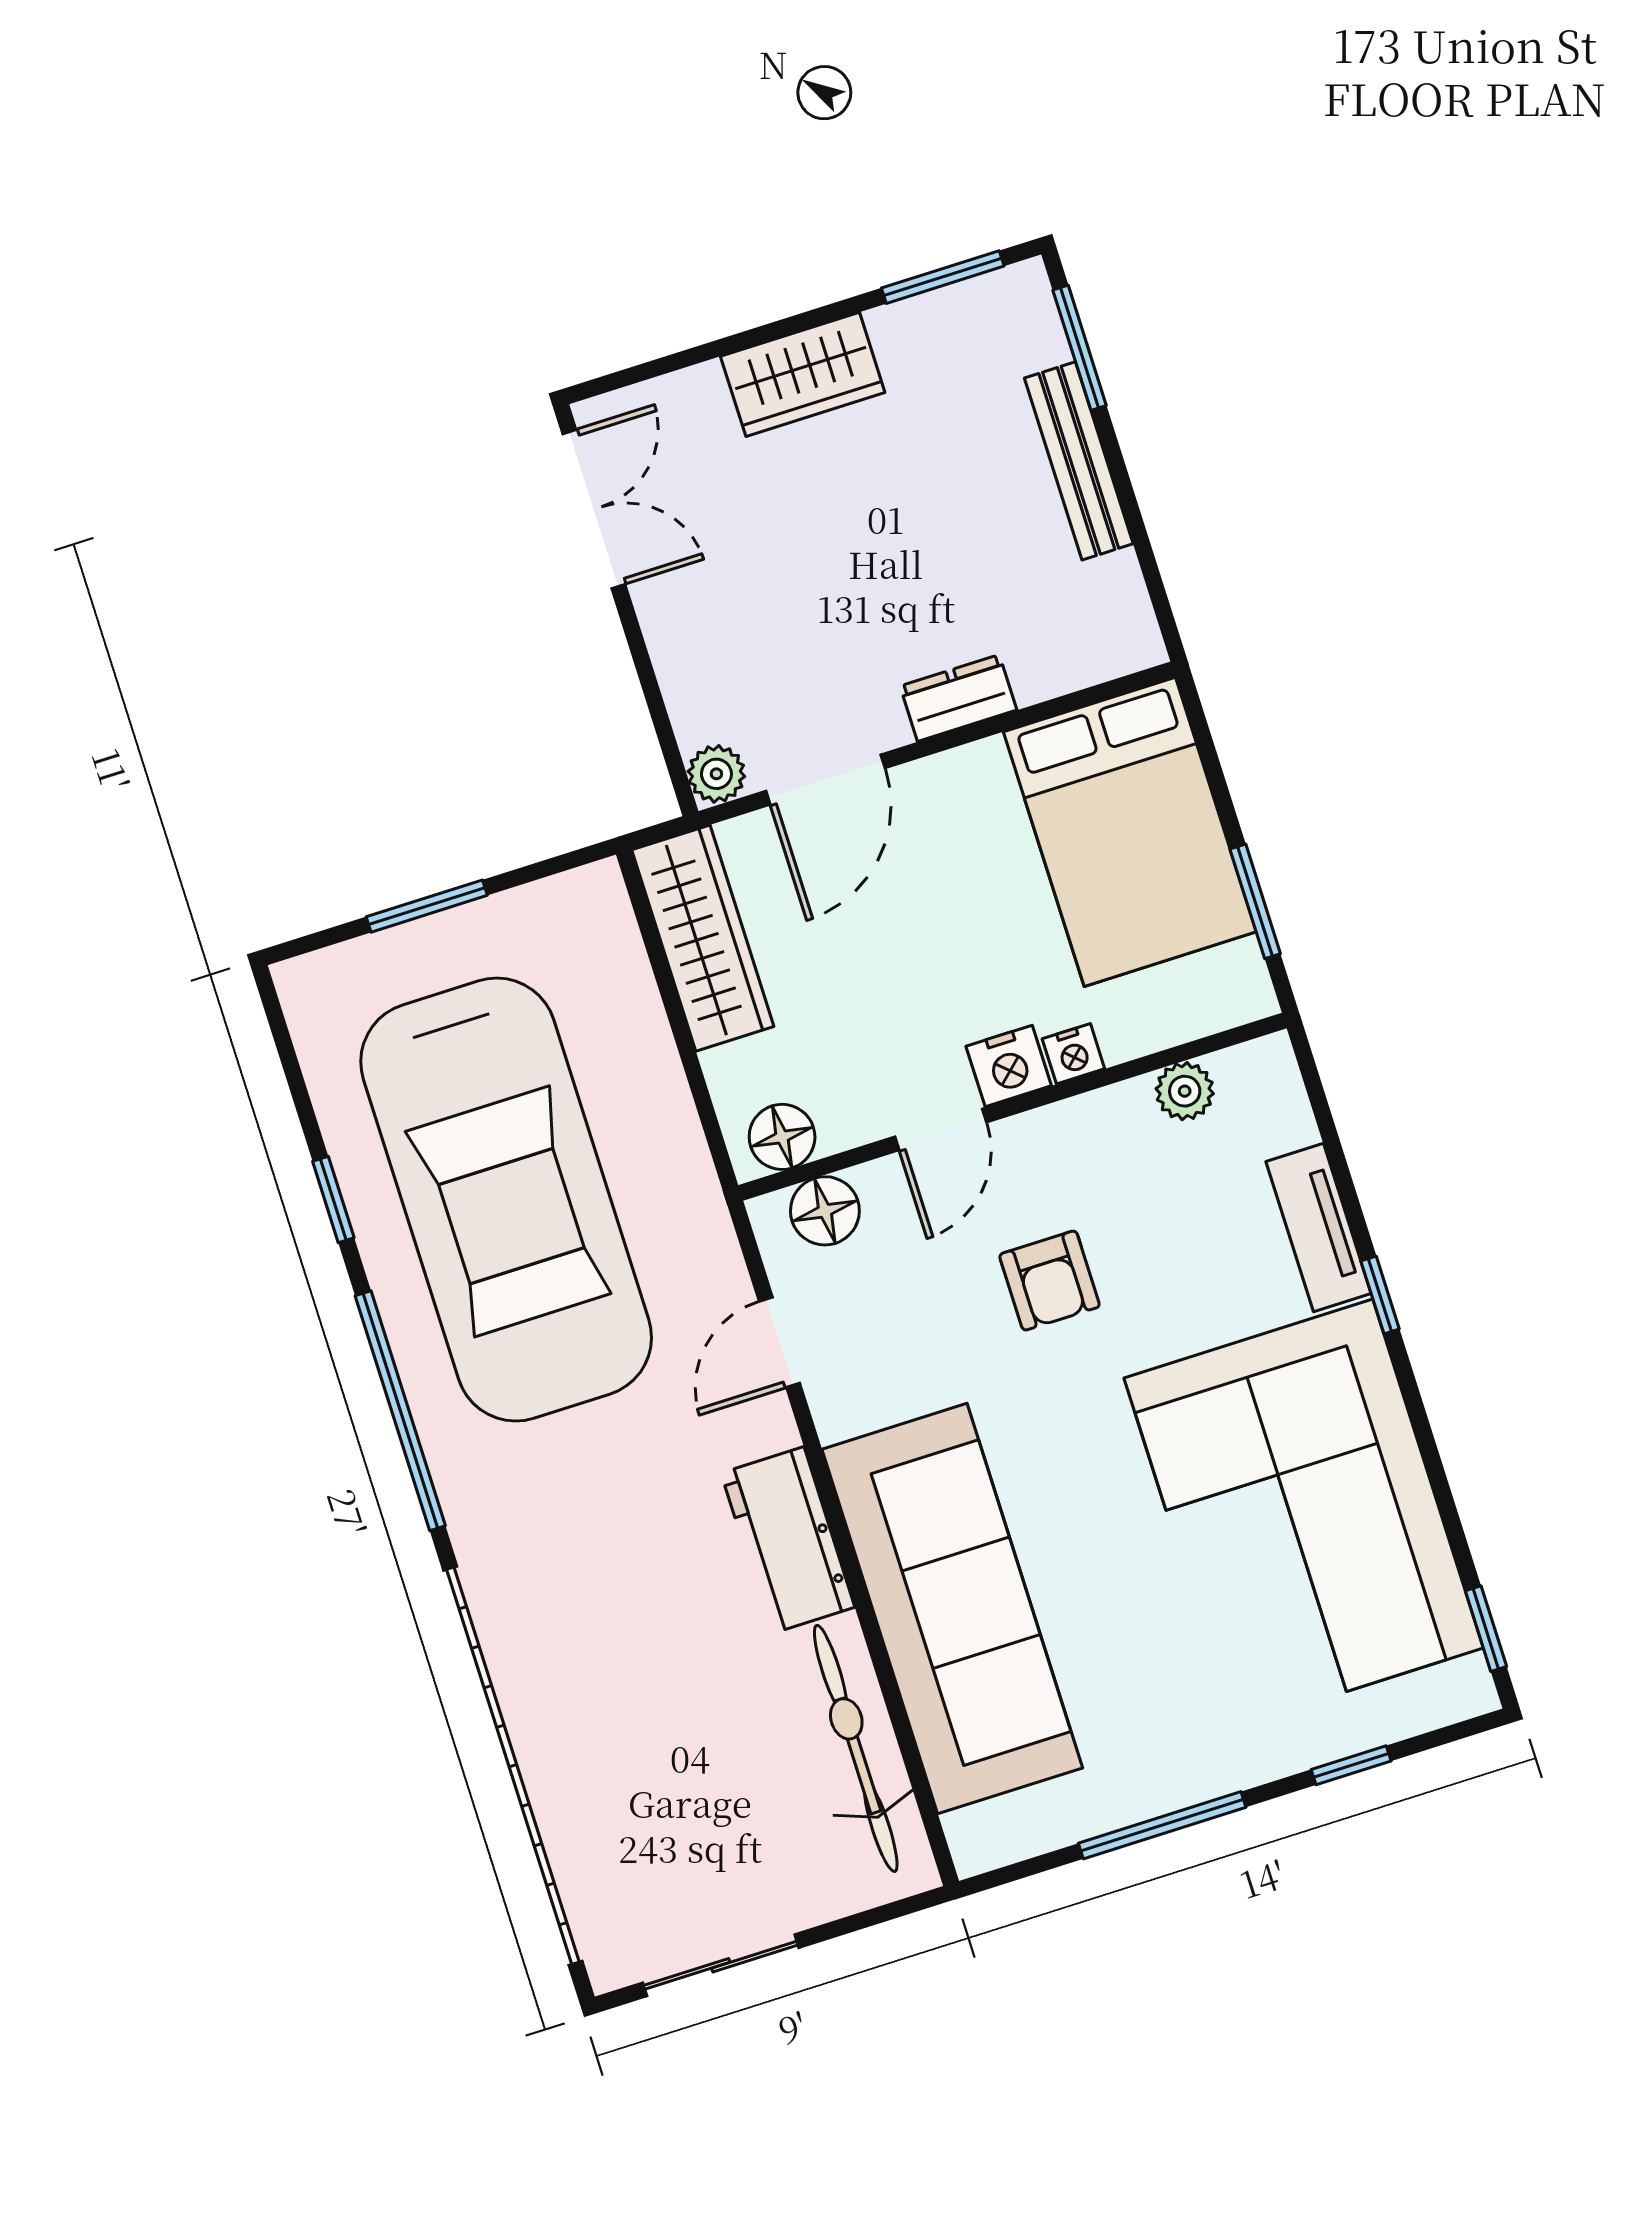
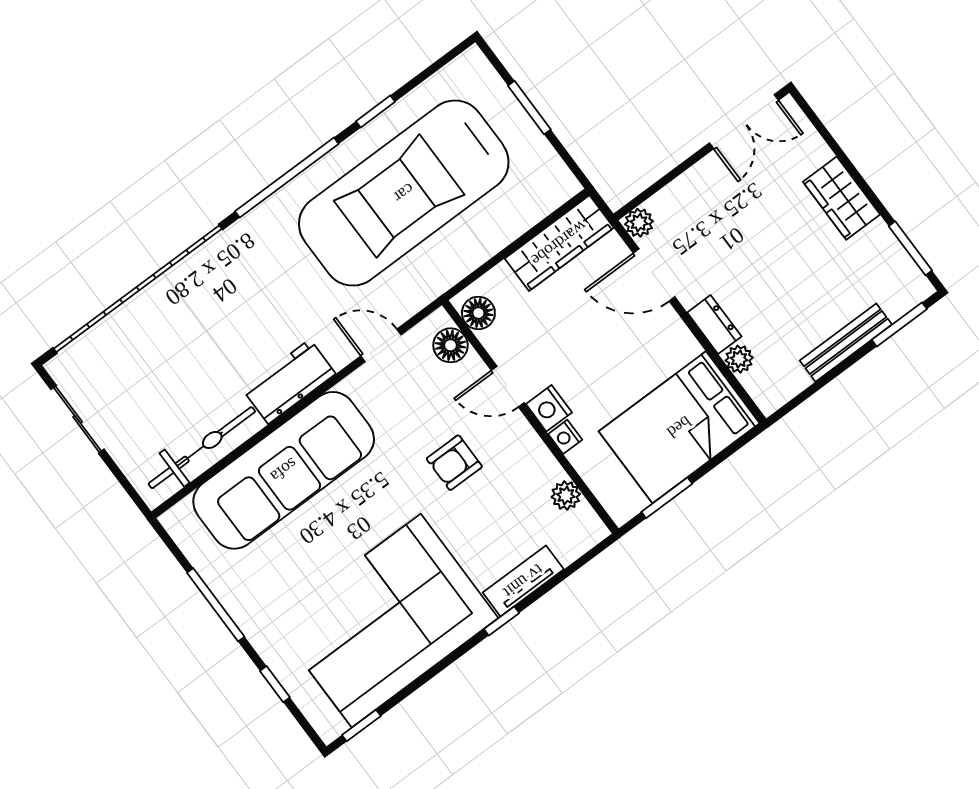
plant: (1040, 674) -> (739, 359), added

